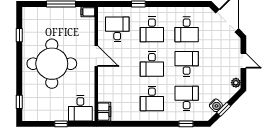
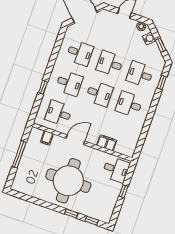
filing cabinet: (88, 12) -> (47, 138), moved
window: (19, 35) -> (71, 213), moved
desk: (152, 98) -> (129, 104), turned 180
water cooler: (216, 105) -> (149, 39), moved
filing cabinet: (104, 112) -> (107, 143), moved

